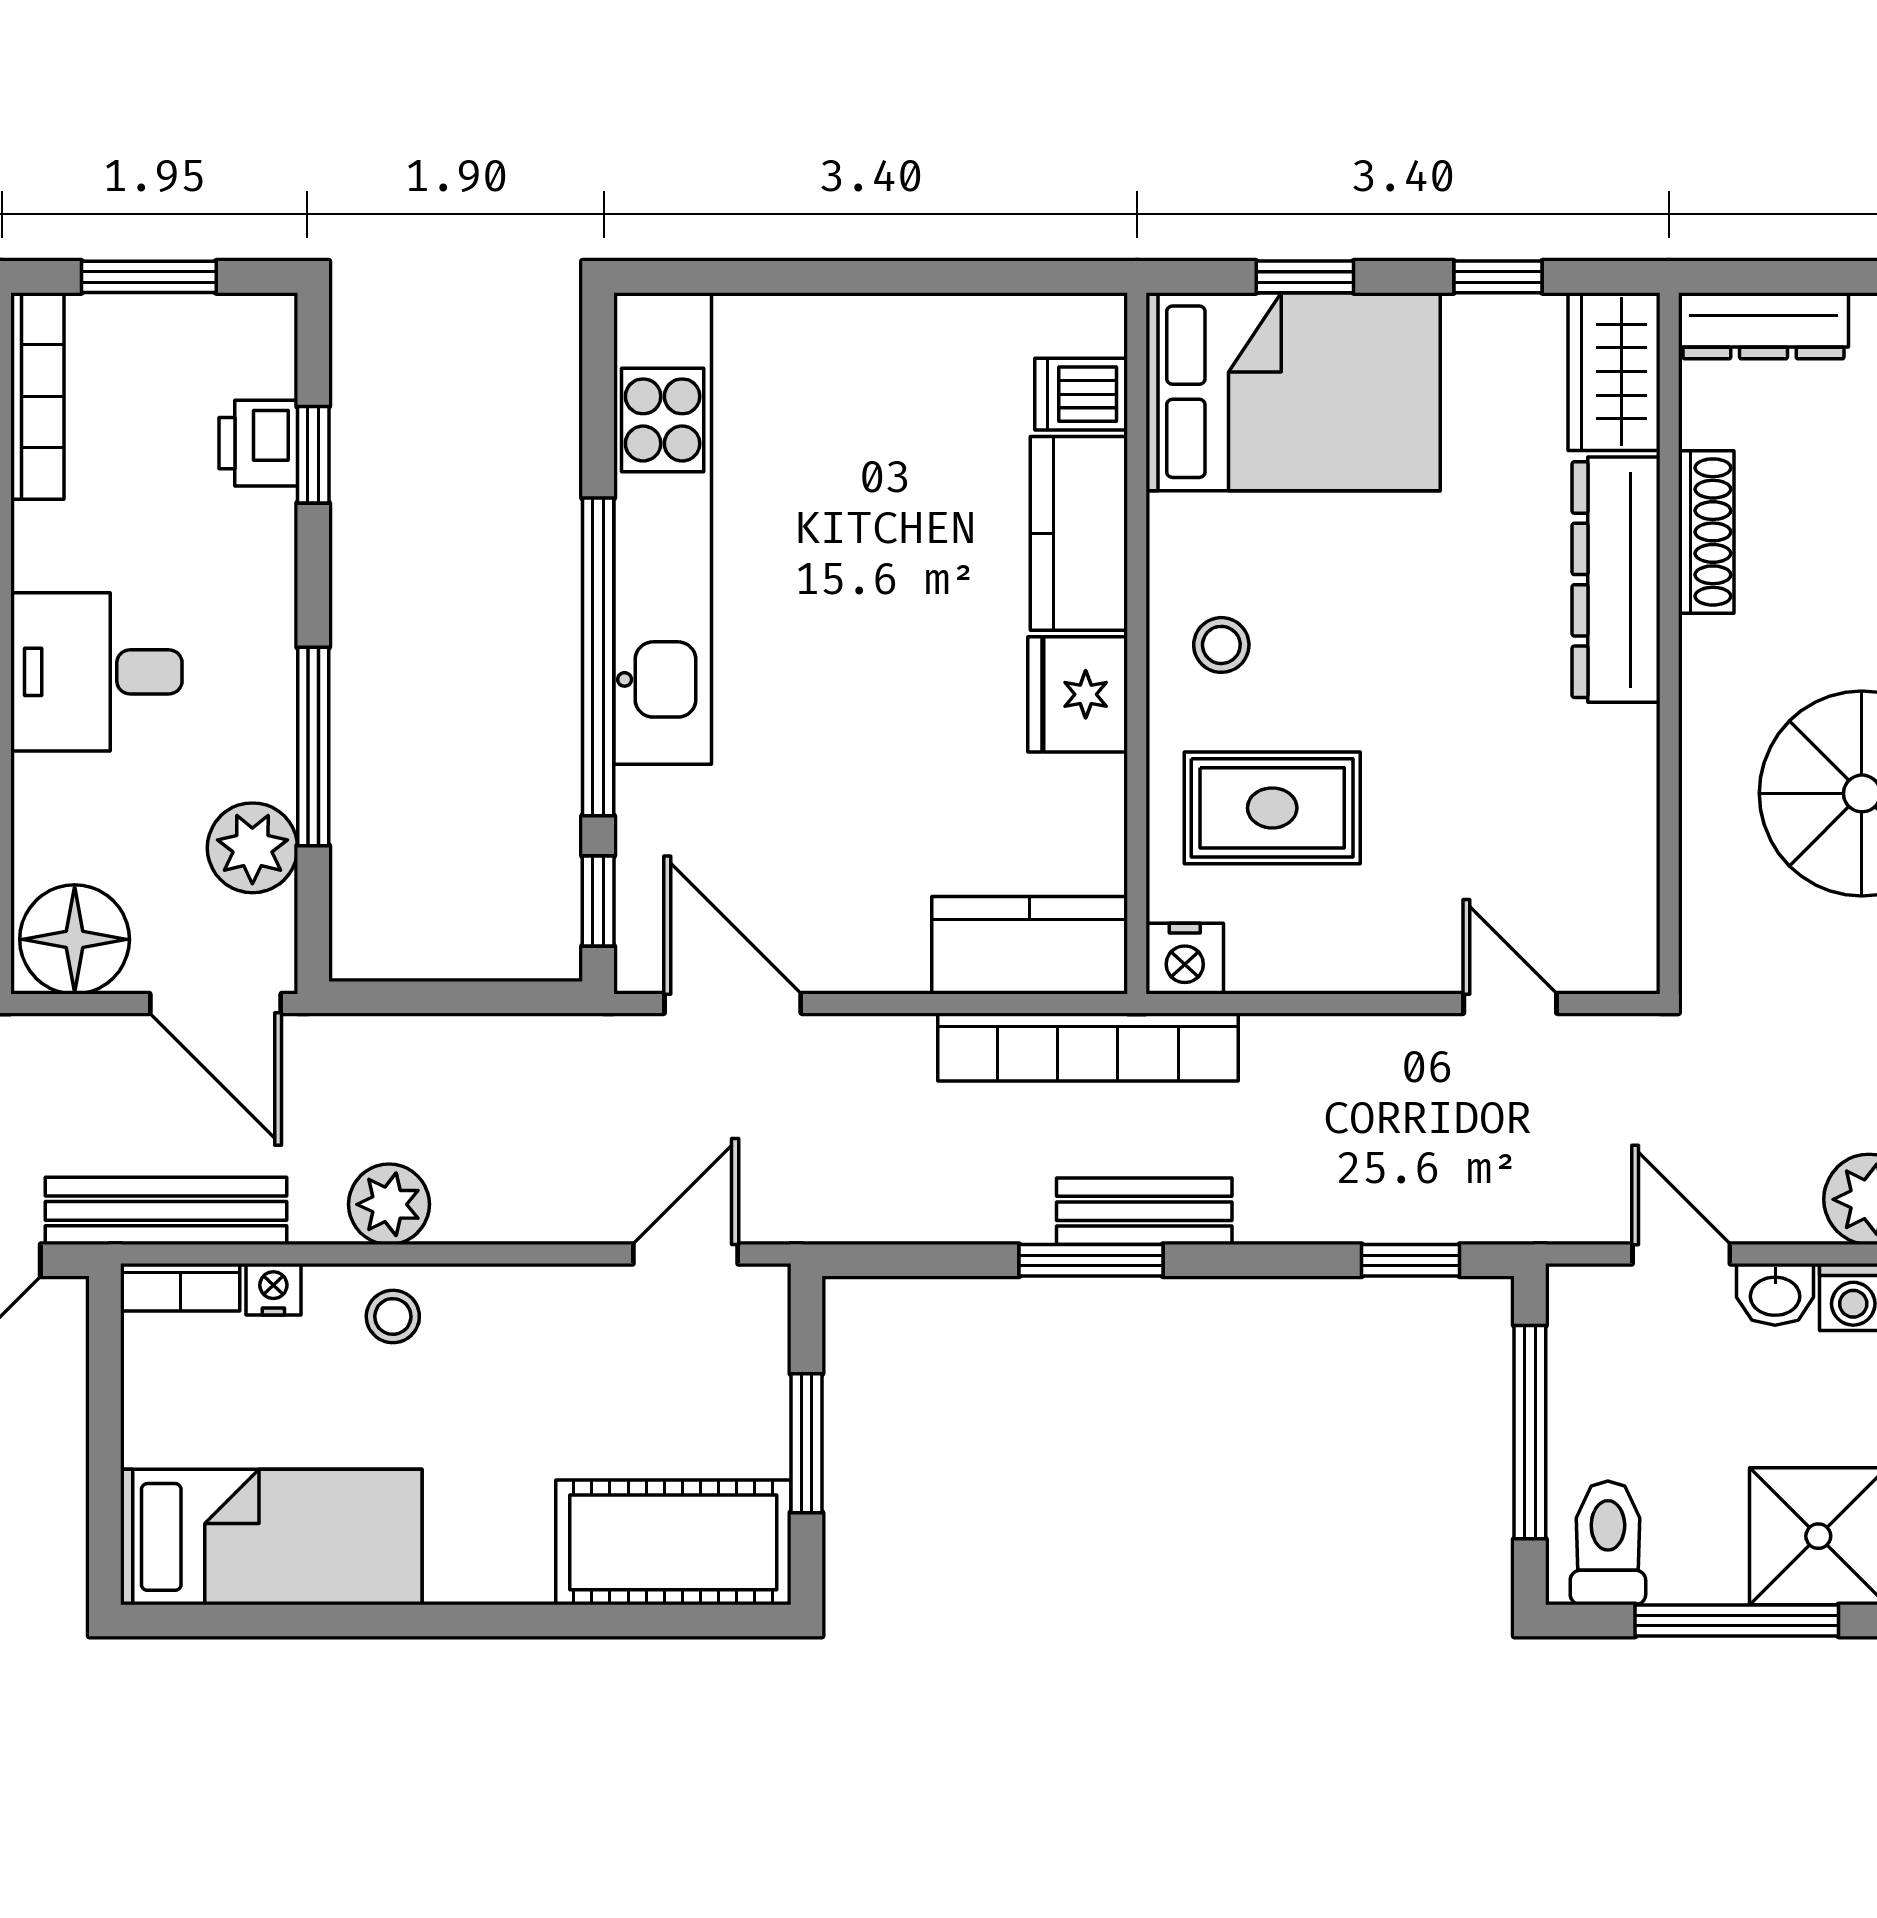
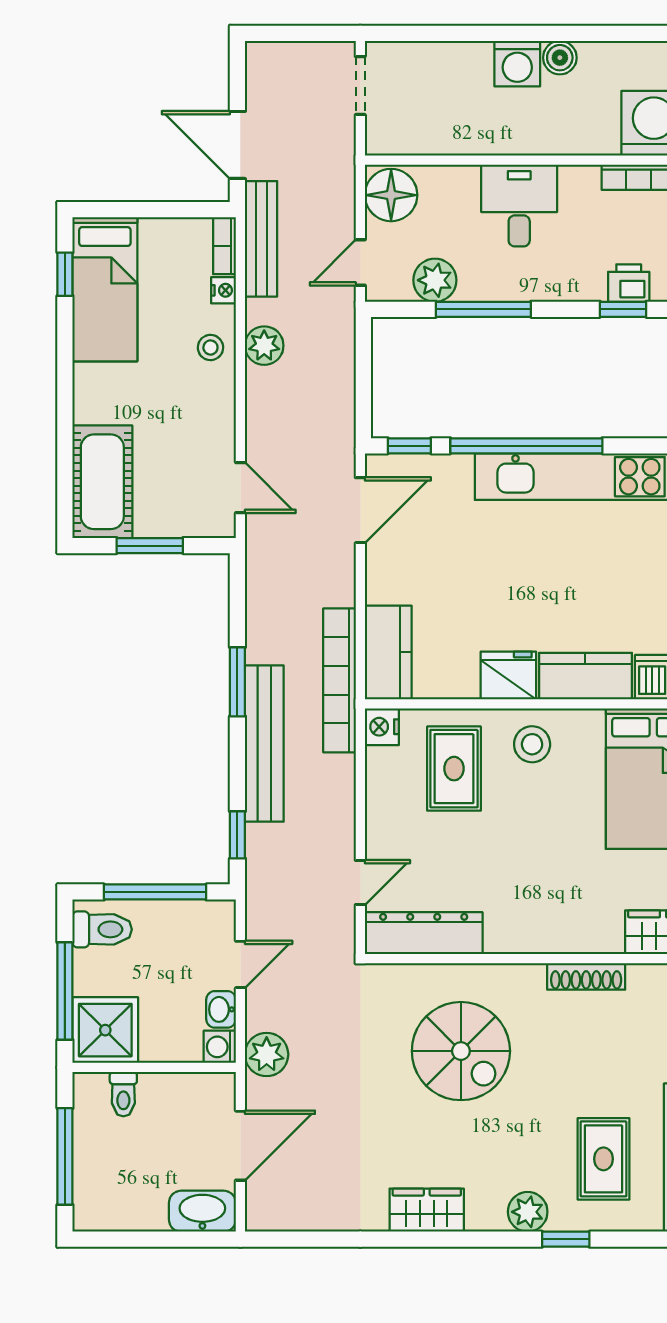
dresser: (1616, 580) -> (424, 933), moved
stool: (1221, 645) -> (532, 744), width x1.37, depth x1.37
door: (216, 1003) -> (360, 263), width x0.73
bench: (1144, 1211) -> (264, 744), width x1.86, depth x1.21
window: (240, 1620) -> (65, 274), added

